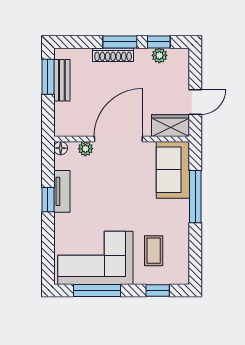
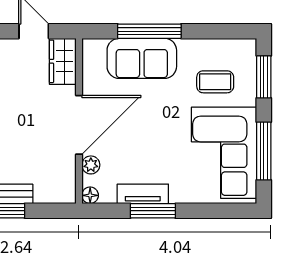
door: (118, 139) -> (79, 125), swing flipped
sofa: (173, 170) -> (142, 58), moved
window: (48, 200) -> (153, 211), width x1.50
window: (158, 290) -> (264, 77), width x1.50

